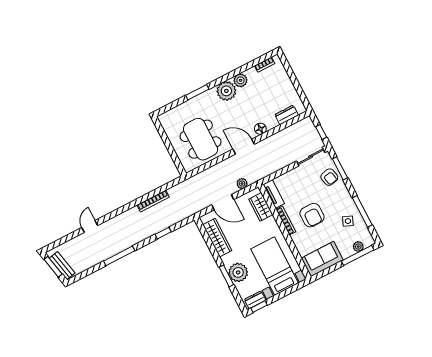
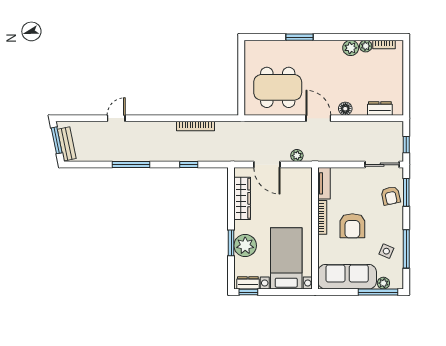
plant: (226, 91) -> (366, 46), moved, width x0.53, depth x0.53
dining table: (201, 139) -> (278, 87), turned 90
wardrobe: (261, 207) -> (304, 190), removed
sofa: (322, 259) -> (347, 277), width x1.36

